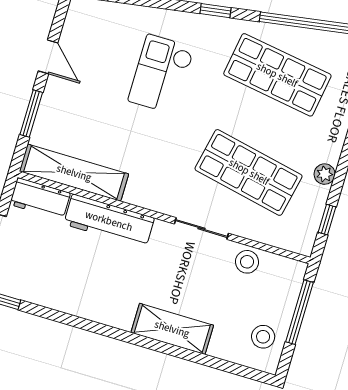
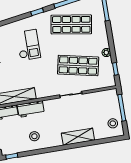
checkout: (161, 74) -> (28, 45), turned 180
workbench: (109, 221) -> (31, 109), width x0.73
stool: (247, 262) -> (34, 136), moved

